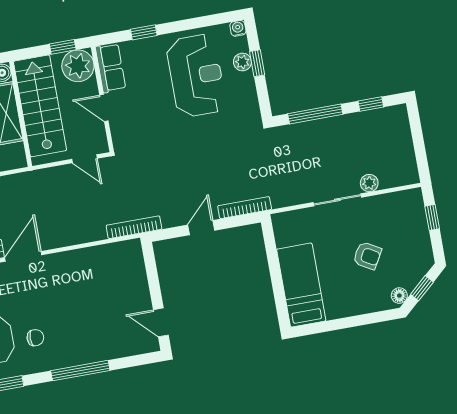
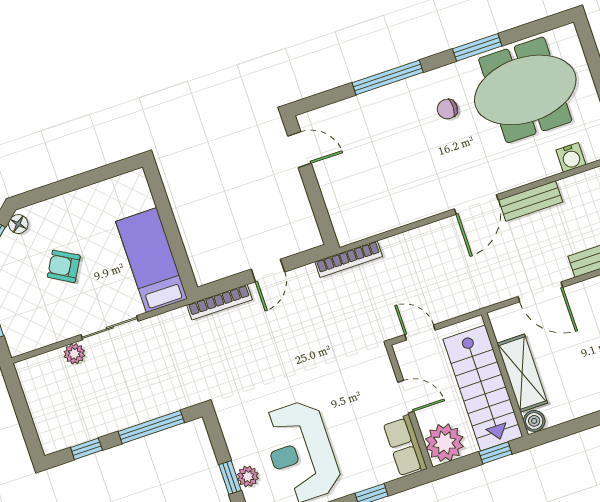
window: (63, 47) -> (495, 453), moved
bed: (301, 285) -> (152, 260), moved, turned 180

